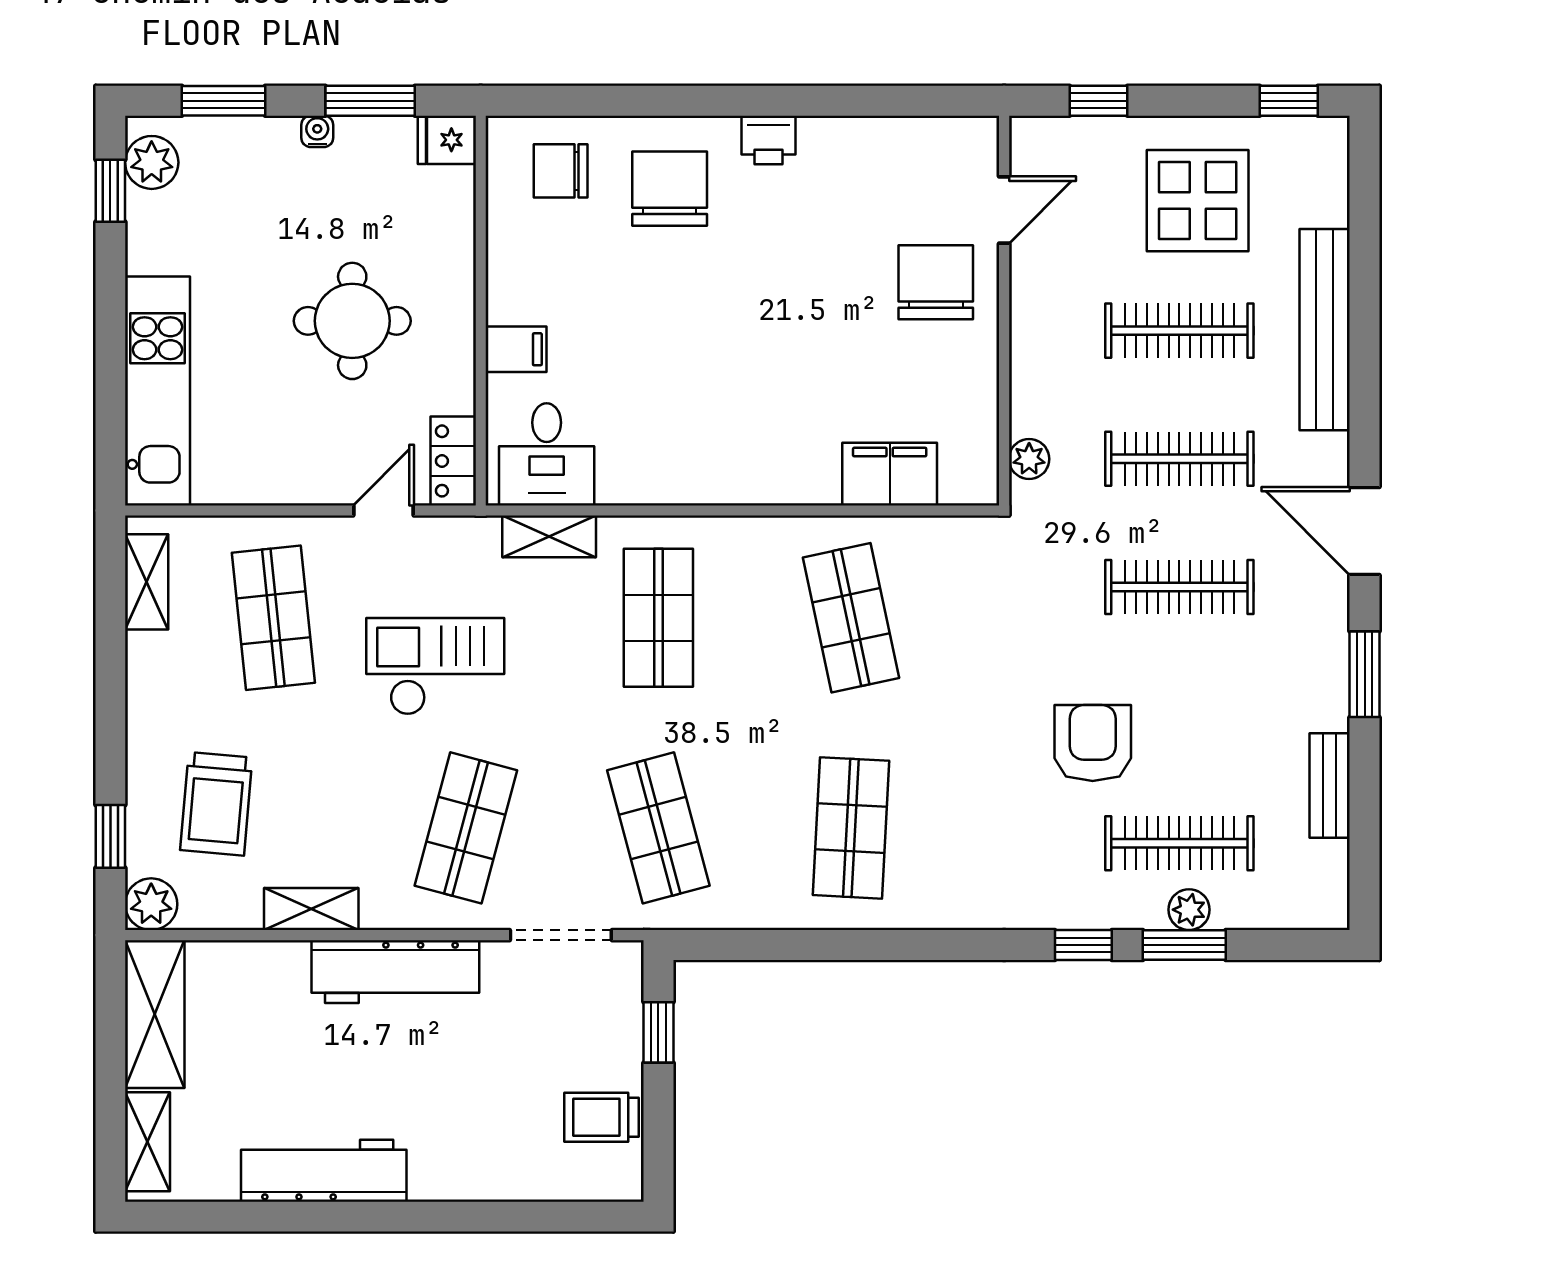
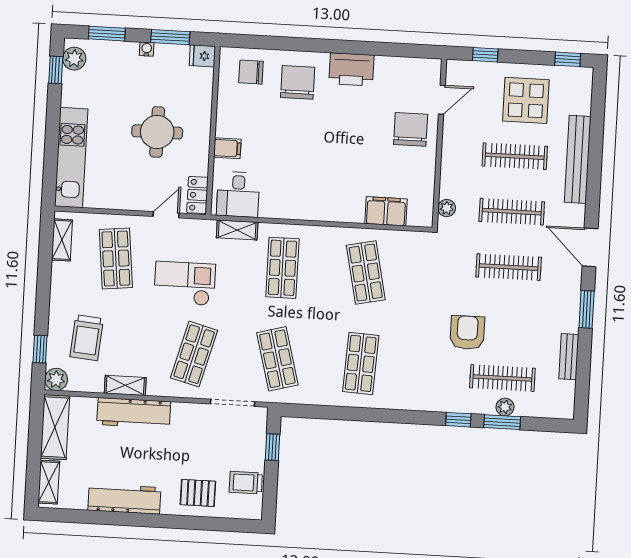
printer: (768, 140) -> (352, 69), width x1.87, depth x1.48
workbench: (395, 972) -> (134, 413), moved
pallet: (493, 1147) -> (198, 493), added

